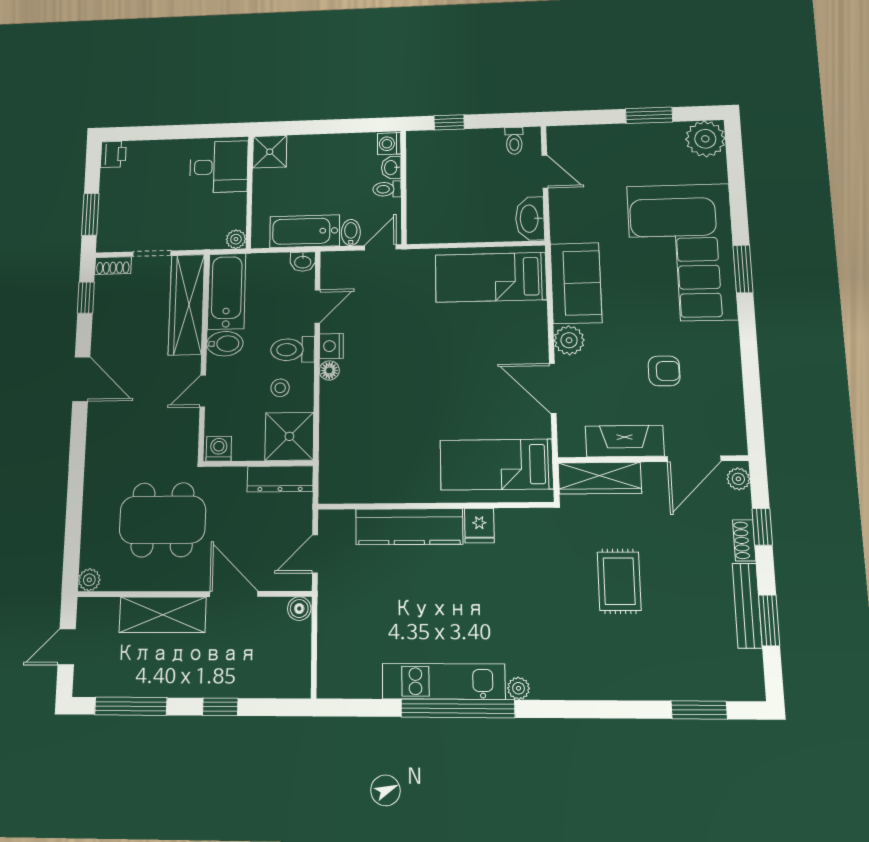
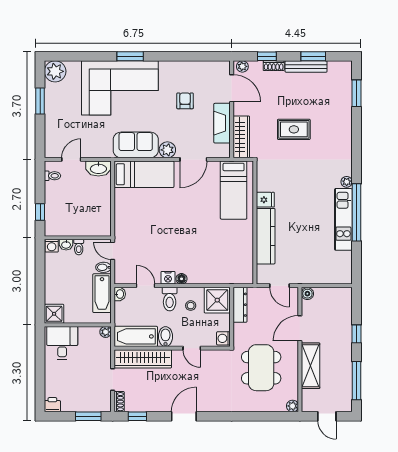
bed: (491, 277) -> (144, 174), moved, turned -90

